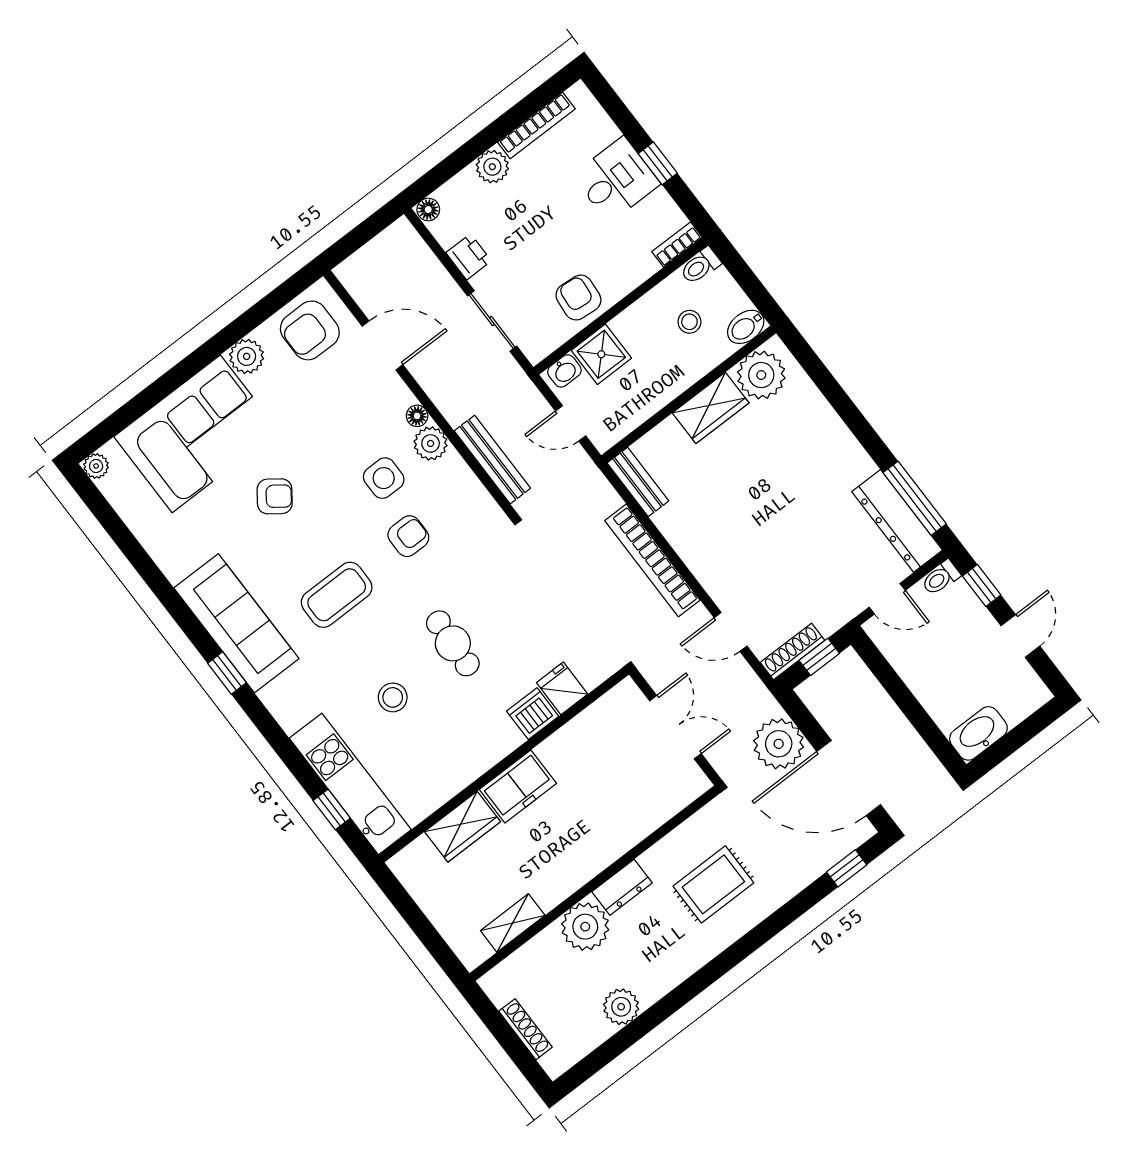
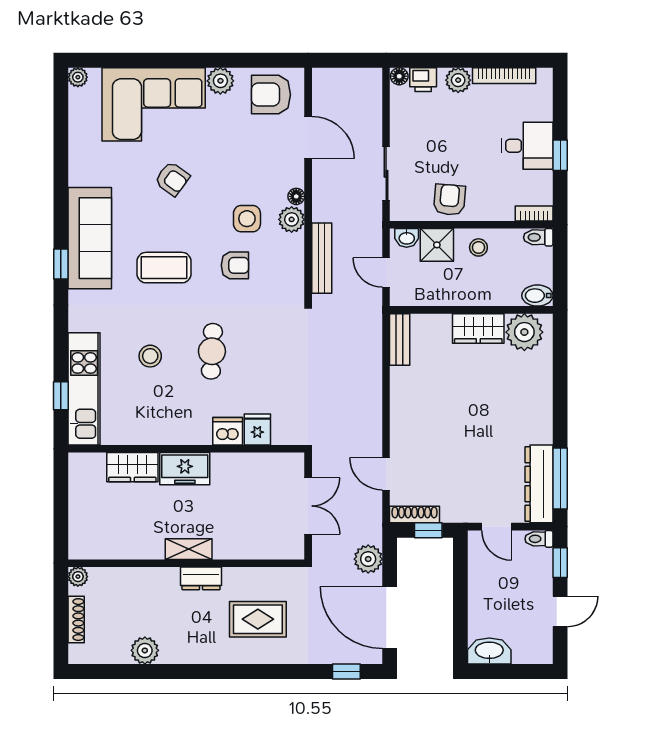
printer: (469, 257) -> (423, 80), moved, turned 90
stool: (689, 322) -> (478, 247), moved
bookcase: (652, 560) -> (372, 394), removed
plant: (779, 744) -> (368, 559), width x0.73, depth x0.73
shelving: (513, 923) -> (189, 549), moved
plant: (585, 927) -> (78, 577), moved, width x0.53, depth x0.53

